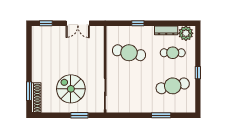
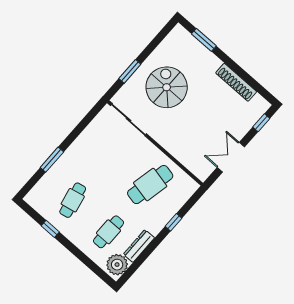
window: (198, 73) -> (50, 229), moved
cafe table: (173, 86) -> (73, 200), width x0.73, depth x0.74
spiral stairs: (71, 89) -> (167, 87), turned -90
shoe rack: (36, 98) -> (236, 82), moved

